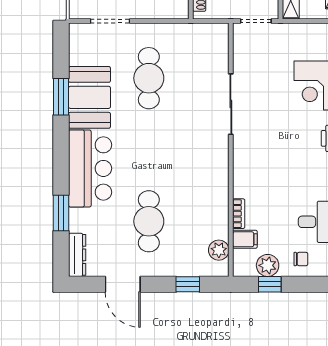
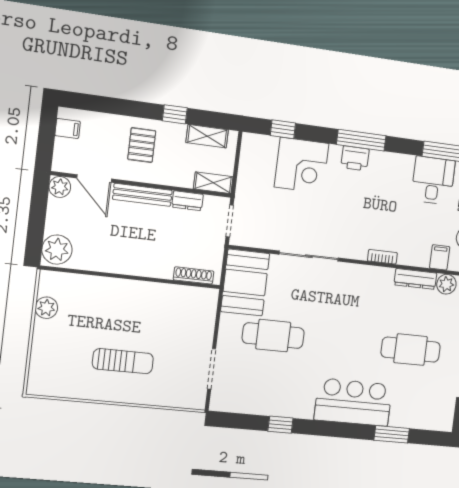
window: (61, 97) -> (280, 425), width x0.67
booth: (90, 97) -> (245, 283), moved, turned 90
bookcase: (239, 214) -> (382, 257), moved
dresser: (77, 255) -> (415, 279), moved, turned 180

